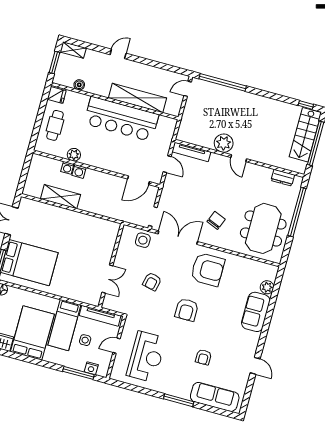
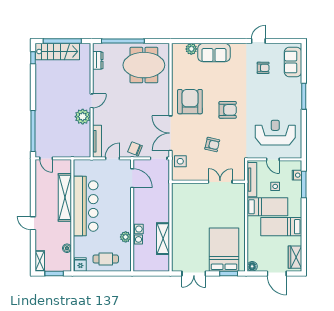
chair: (216, 220) -> (135, 149), moved
bed: (32, 333) -> (281, 227), width x0.67
armchair: (203, 357) -> (263, 68), moved
sofa: (215, 397) -> (293, 62), width x0.73

